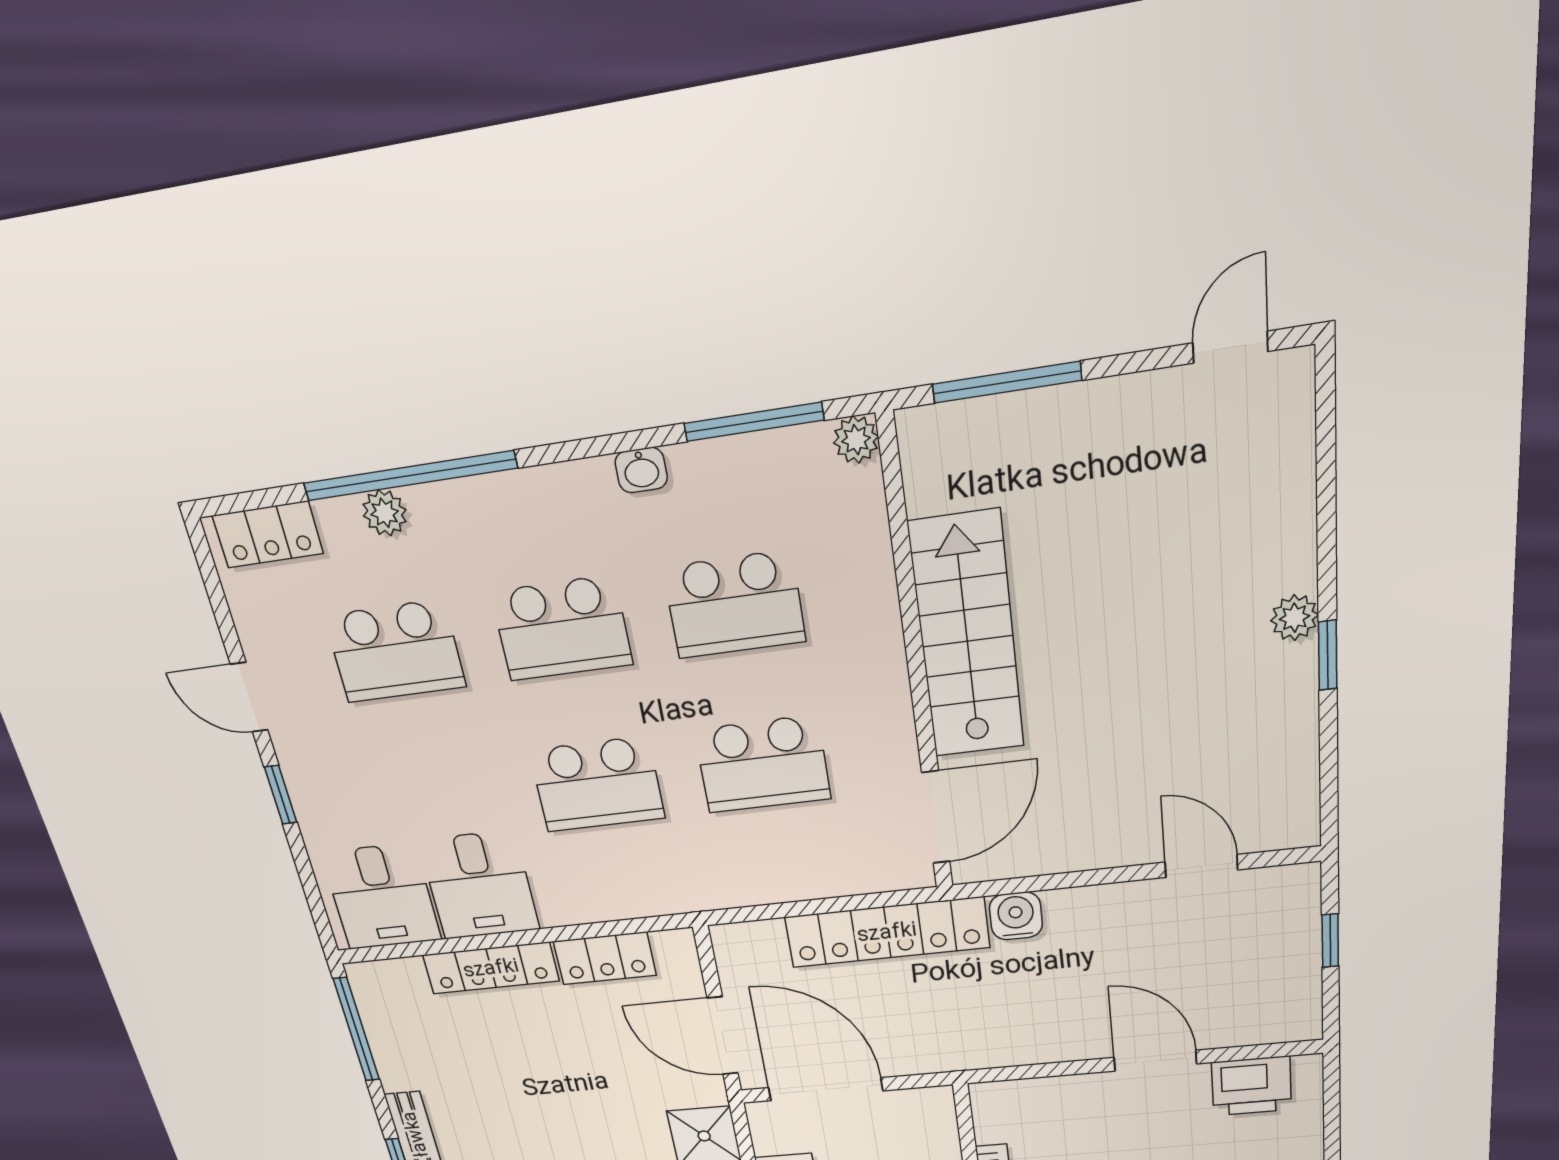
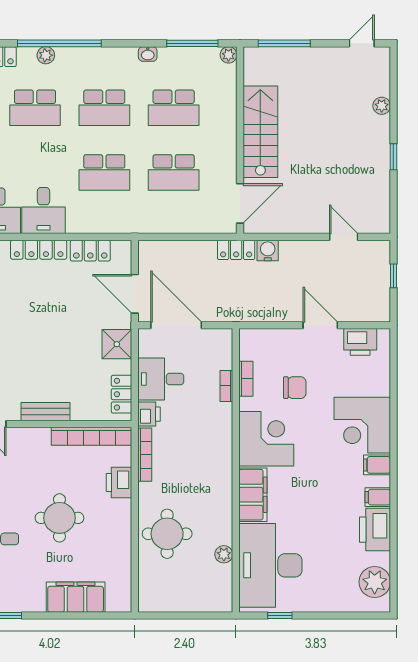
plant: (1294, 618) -> (382, 106), moved
locker: (887, 932) -> (236, 250), width x0.46, depth x0.83

